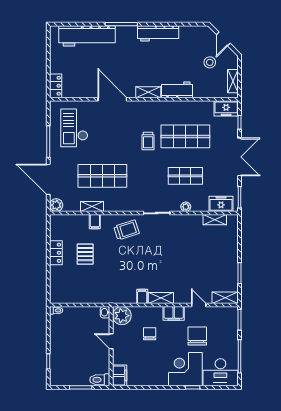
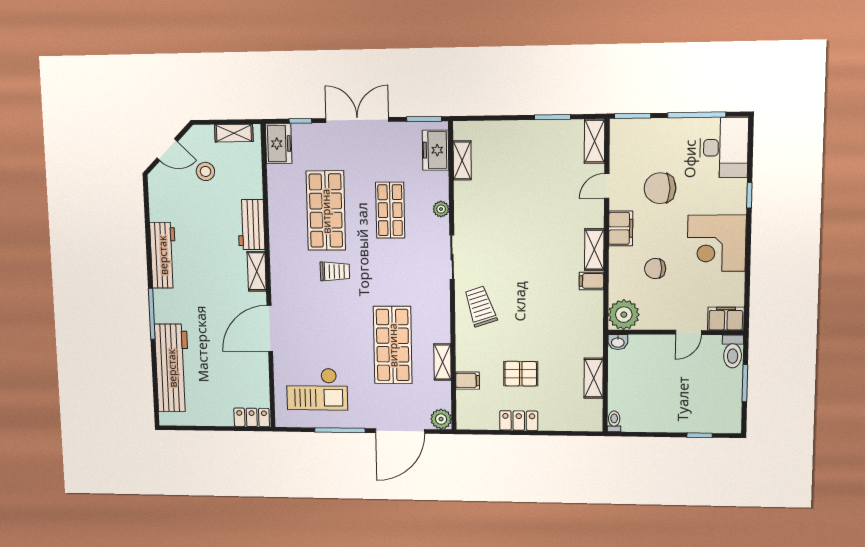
filing cabinet: (95, 222) -> (468, 381), moved
shelving: (83, 298) -> (594, 378), added
door: (111, 341) -> (688, 332), moved
corner desk: (185, 369) -> (717, 243), moved

